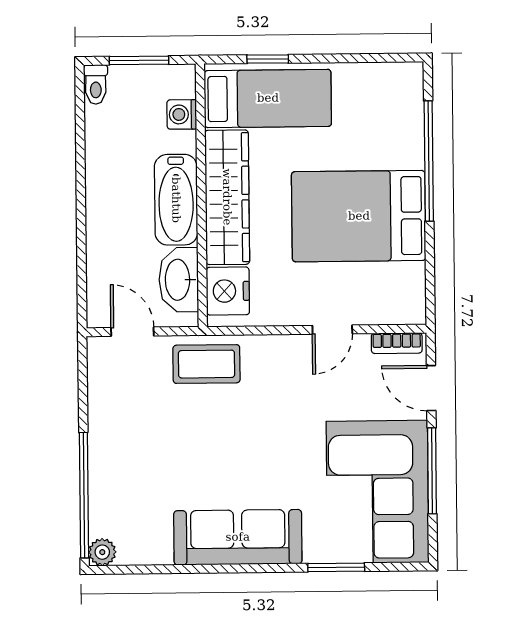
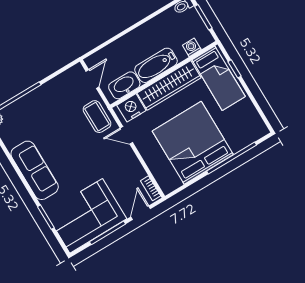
bed: (359, 216) -> (193, 143), width x1.36
door: (332, 330) -> (126, 135), moved

